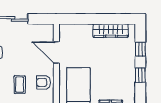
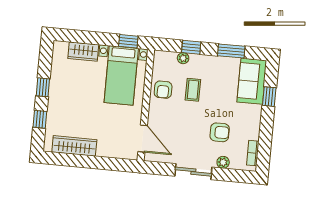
door: (56, 53) -> (143, 139), moved
armchair: (44, 82) -> (163, 90), turned 90

